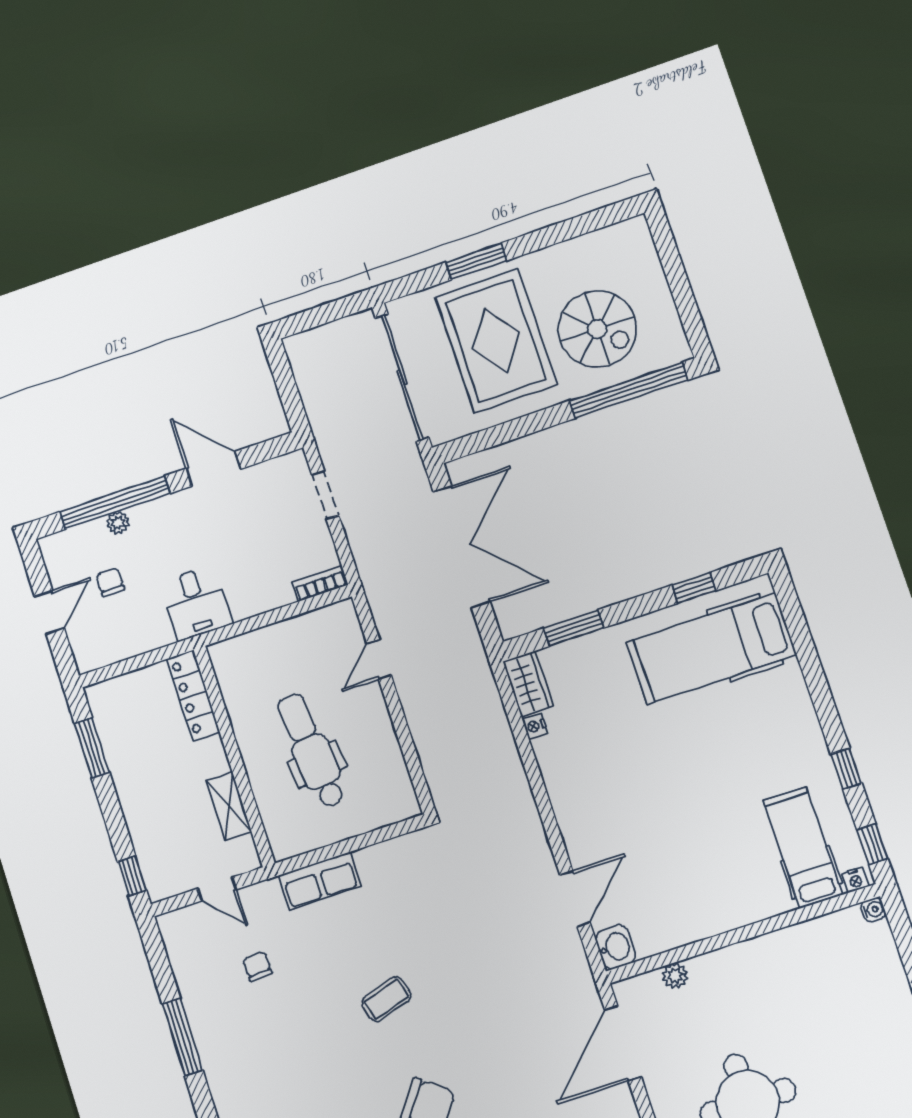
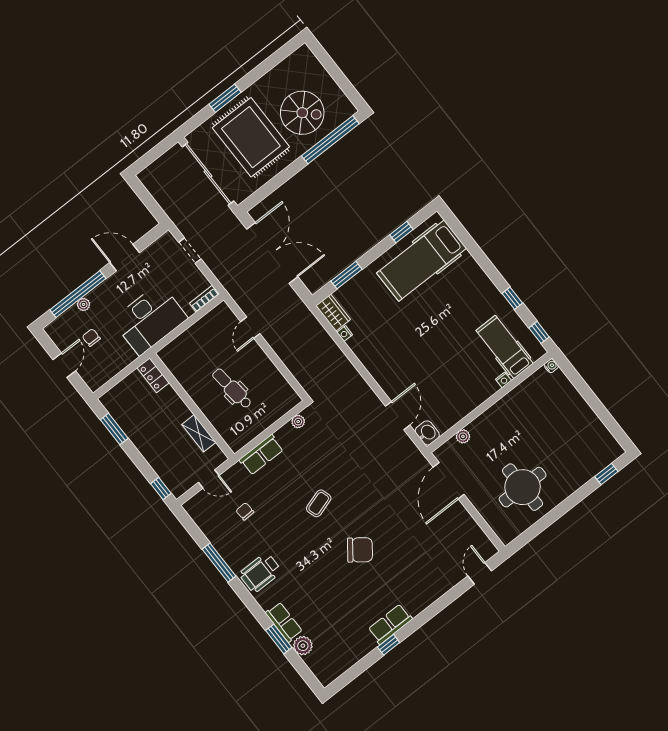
desk: (196, 603) -> (150, 319), width x1.87, depth x1.30
locker: (193, 695) -> (153, 375), width x0.66
dental chair: (311, 751) -> (232, 388), width x0.73, depth x0.72
plant: (402, 847) -> (298, 422), added
nightstand: (855, 880) -> (503, 380), moved
wheelchair: (245, 1080) -> (260, 573), added

